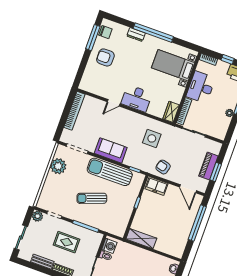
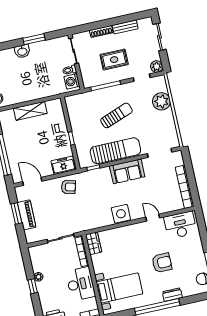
armchair: (105, 57) -> (162, 263), moved
desk: (137, 98) -> (180, 225), moved
door: (114, 103) -> (153, 218), hinge flipped
side table: (152, 138) -> (121, 214), moved
plant: (58, 166) -> (161, 101), moved
shelving: (141, 239) -> (30, 111), moved

